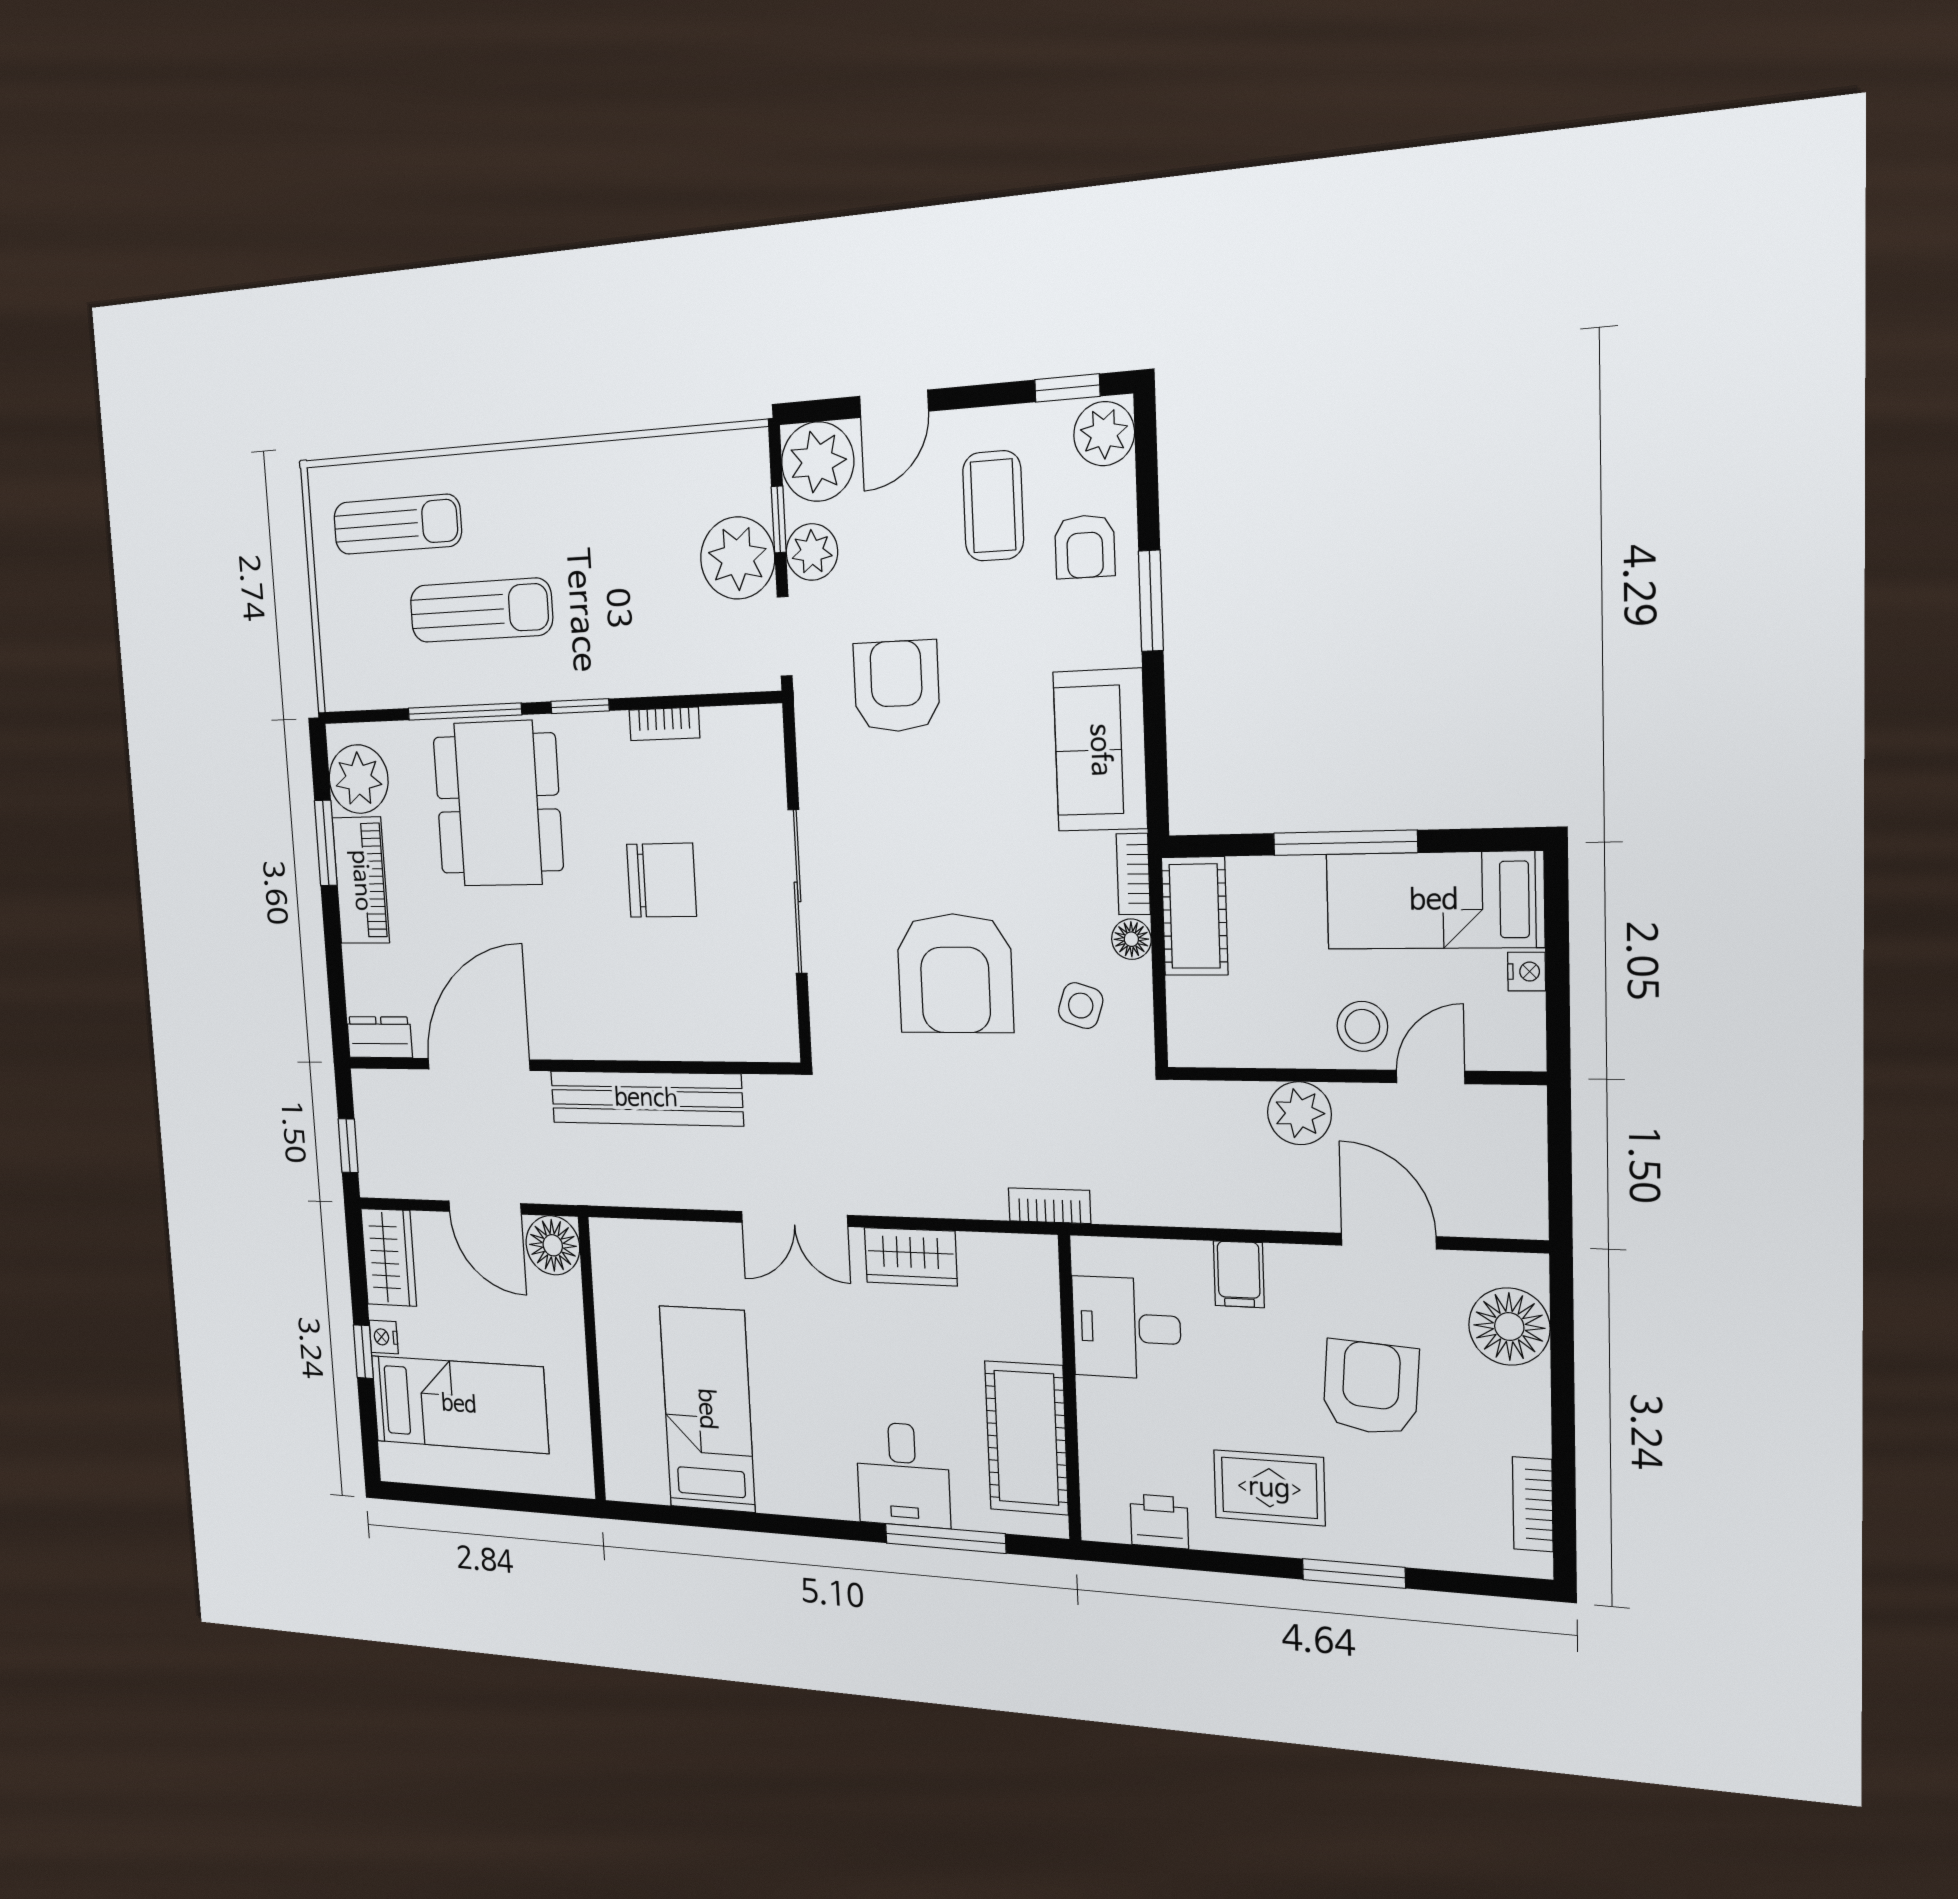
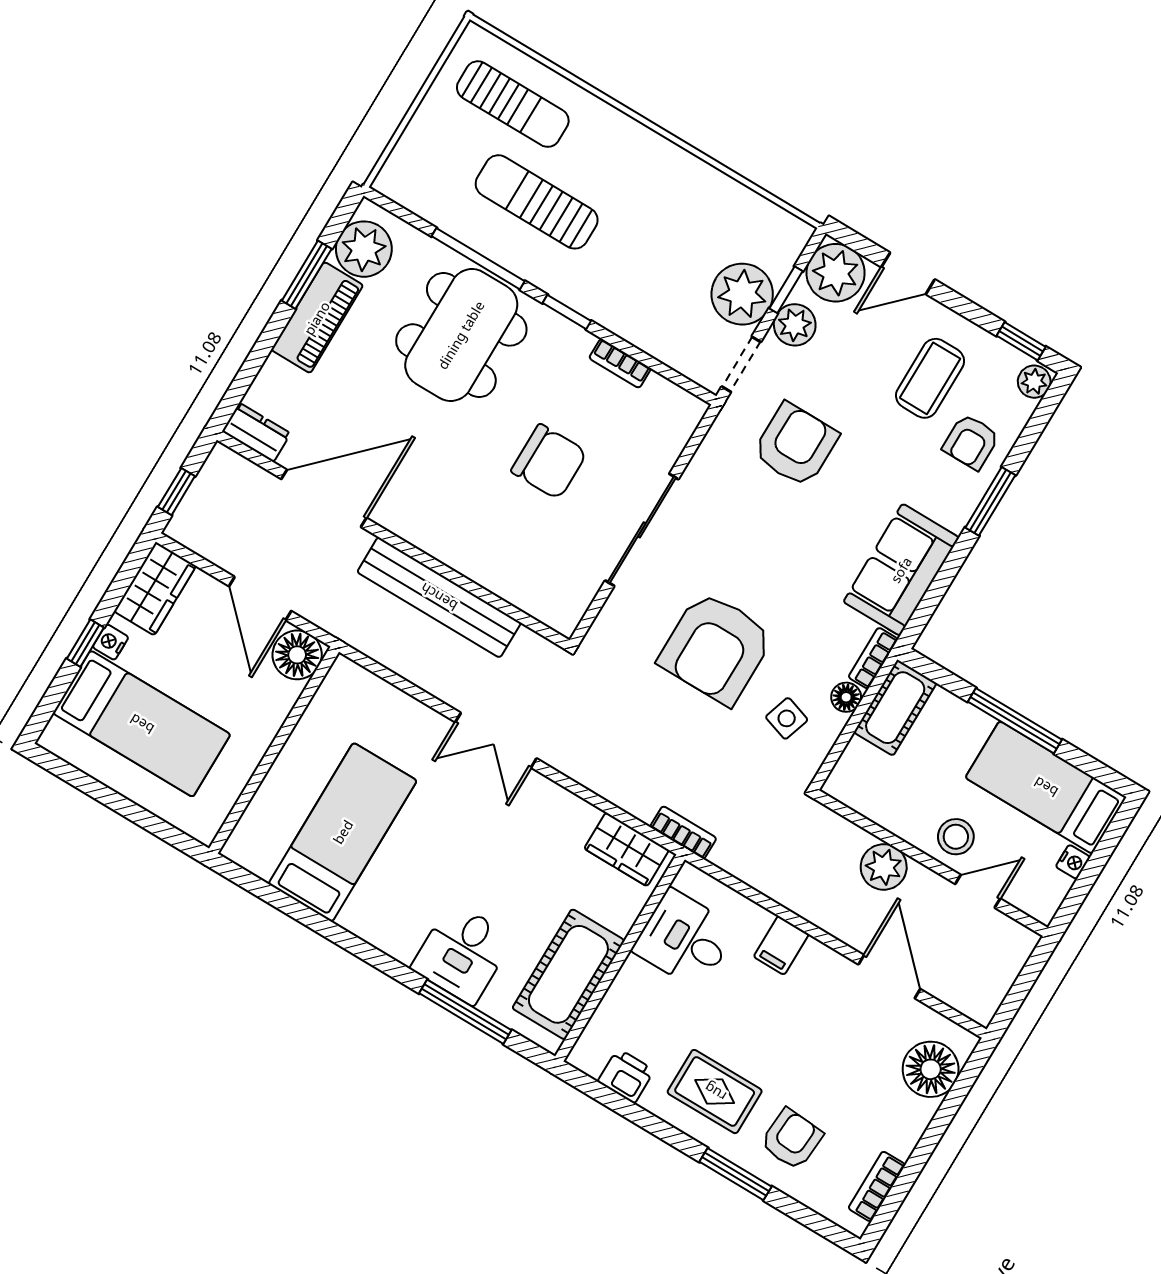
plant: (1104, 434) -> (1034, 382), width x0.73, depth x0.73
sun lounger: (481, 610) -> (537, 202), turned 180
wardrobe: (911, 1257) -> (627, 849), moved
armchair: (1371, 1388) -> (792, 1139), moved, width x0.72, depth x0.72

